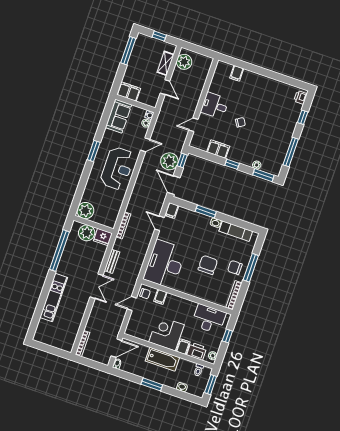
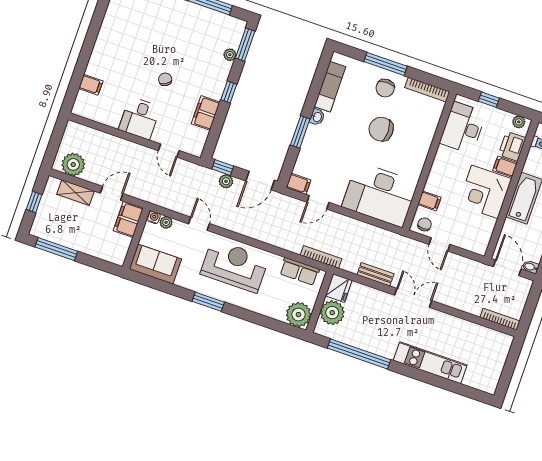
filing cabinet: (129, 92) -> (128, 219), moved
plant: (169, 161) -> (226, 181), width x0.53, depth x0.53
row of seats: (114, 211) -> (299, 271), added

